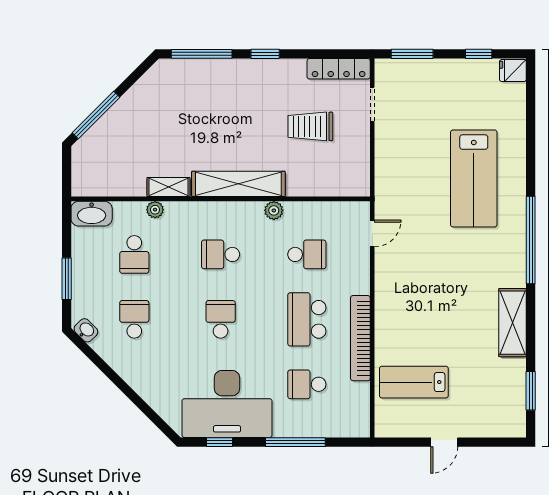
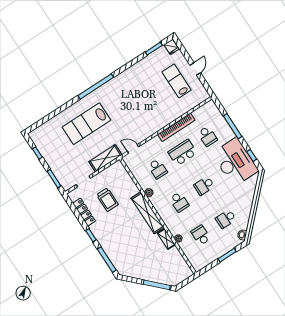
locker: (339, 69) -> (84, 212), moved
fridge: (513, 71) -> (171, 47), moved
lab bench: (474, 178) -> (86, 124), turned 180
washbasin: (92, 214) -> (196, 262), removed
school desk: (134, 254) -> (201, 235), turned -90
school desk: (307, 254) -> (158, 169), turned 180
school desk: (307, 319) -> (183, 153), turned 180
shelving: (513, 323) -> (105, 158), moved
lab bench: (414, 382) -> (177, 81), moved, turned 180
door: (444, 442) -> (195, 69), hinge flipped

